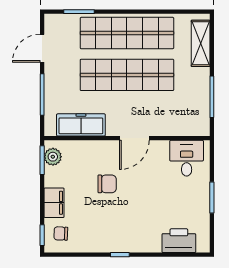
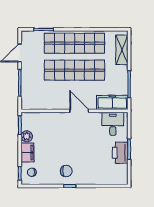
freezer: (81, 125) -> (112, 102), moved
door: (134, 138) -> (79, 111), swing flipped
plant: (53, 157) -> (27, 136), moved
chair: (107, 184) -> (66, 171), moved
printer: (179, 241) -> (120, 153), moved, turned -90

